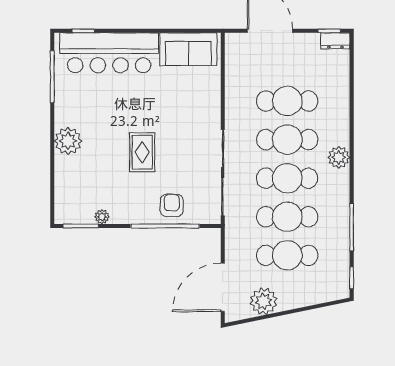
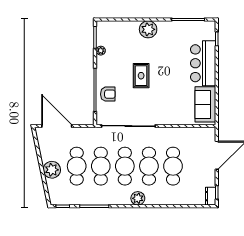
bar counter: (109, 53) -> (203, 63), width x0.73
rug: (142, 152) -> (141, 76), turned 90
plant: (264, 301) -> (52, 170), moved

